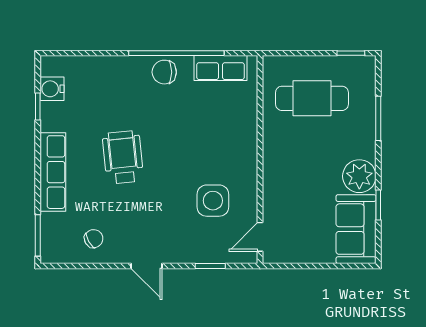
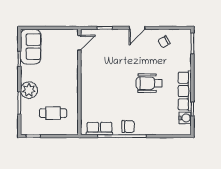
cafe table: (312, 98) -> (53, 113), width x0.73, depth x0.74
wheelchair: (123, 157) -> (149, 83), turned 96
row of seats: (53, 172) -> (185, 91), moved
plant: (359, 176) -> (29, 90), moved
side table: (213, 201) -> (103, 61), removed
door: (147, 266) -> (137, 28), swing flipped

